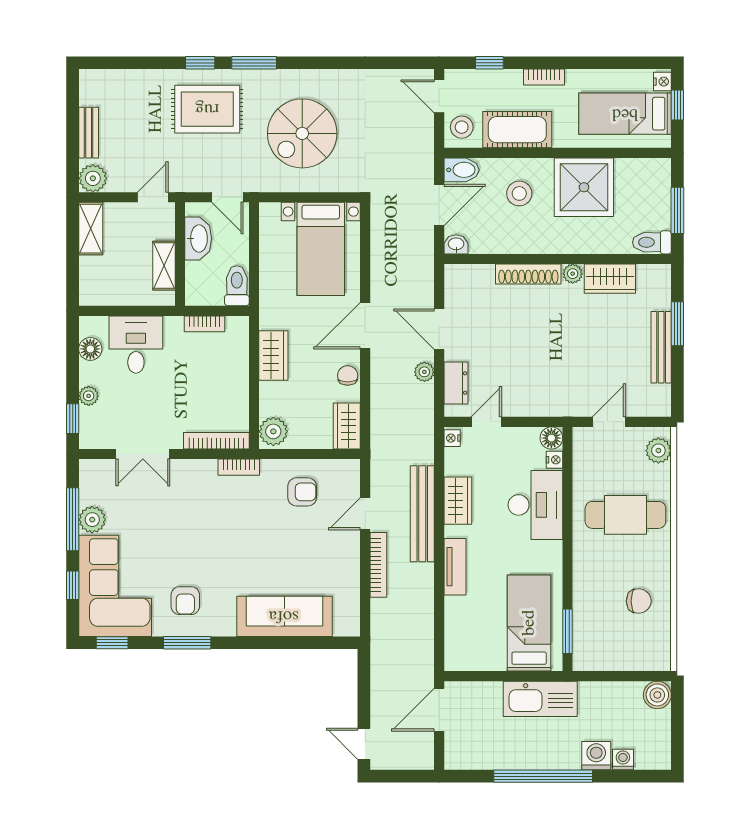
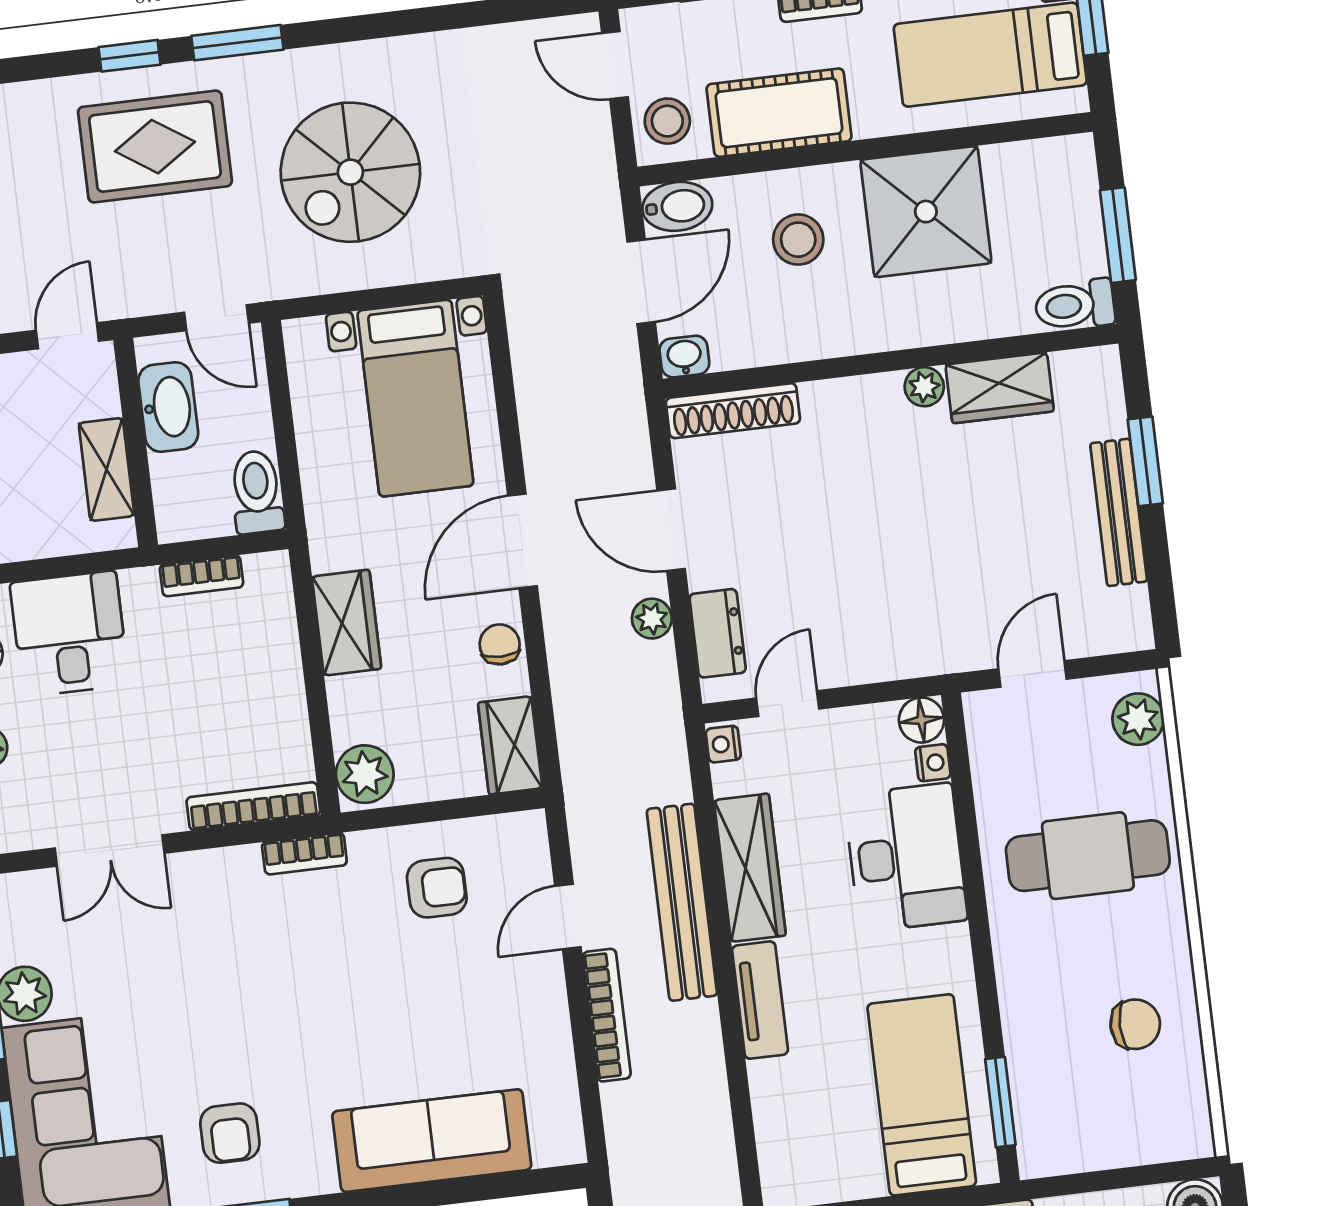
shoe rack: (528, 274) -> (733, 411), moved
wardrobe: (458, 501) -> (750, 868), width x1.50

